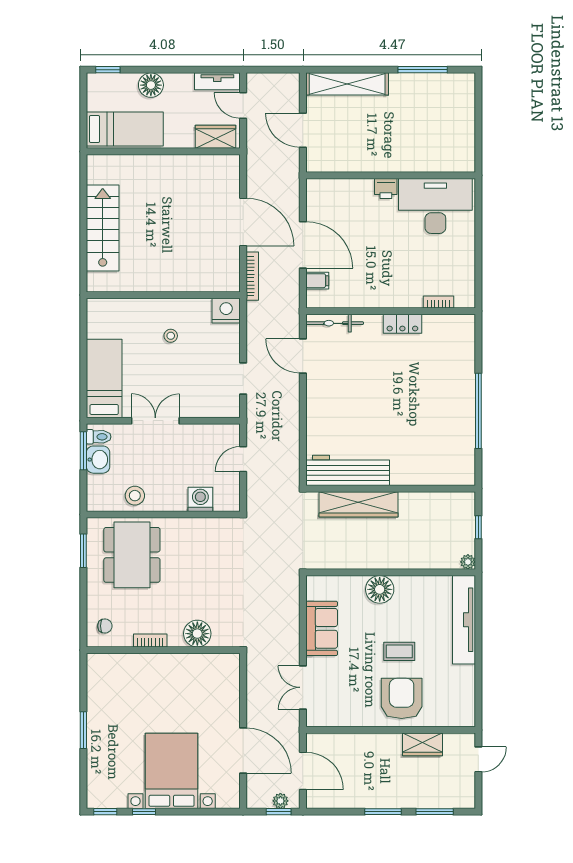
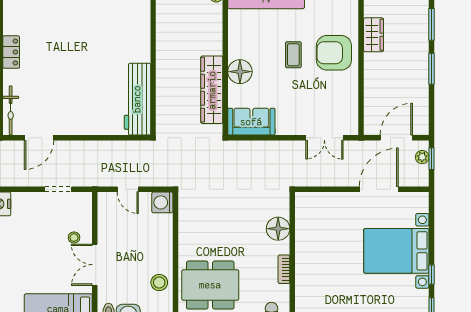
stool: (171, 336) -> (74, 238), moved
washing machine: (200, 499) -> (162, 202), moved
wardrobe: (359, 504) -> (212, 90), moved, turned 180
sofa: (322, 628) -> (251, 122), moved

